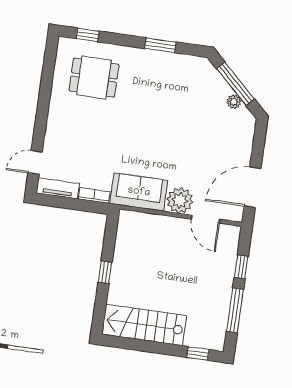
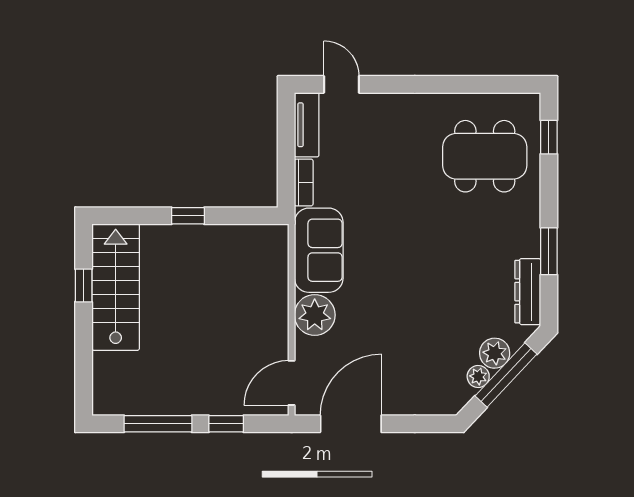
dresser: (184, 62) -> (528, 292), added
dining table: (94, 78) -> (485, 156), width x1.38
plant: (221, 89) -> (495, 353), added
door: (252, 187) -> (351, 424), hinge flipped
door: (205, 219) -> (292, 383), moved
window: (198, 353) -> (84, 285), moved

